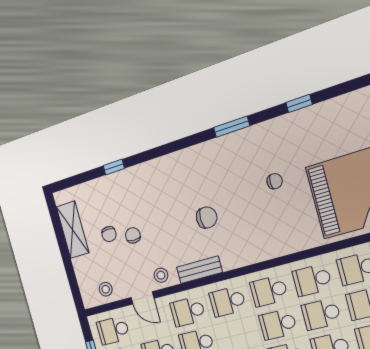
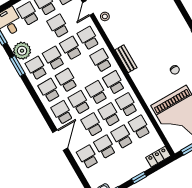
chair: (207, 218) -> (145, 36), removed
bench: (199, 270) -> (126, 59), moved

